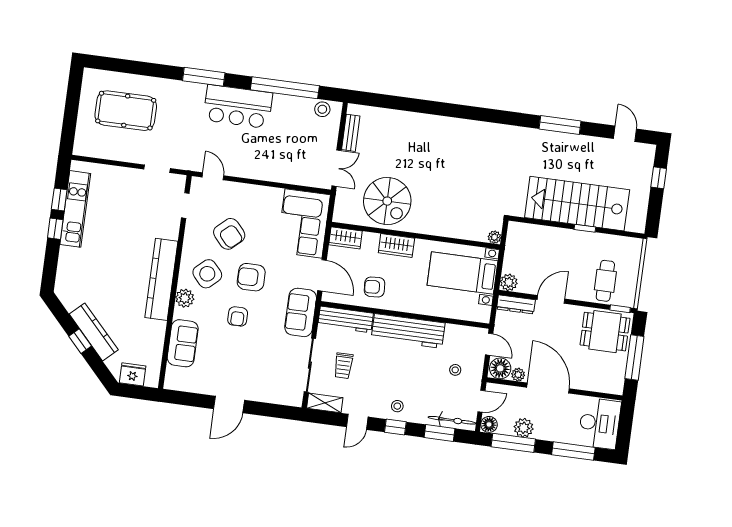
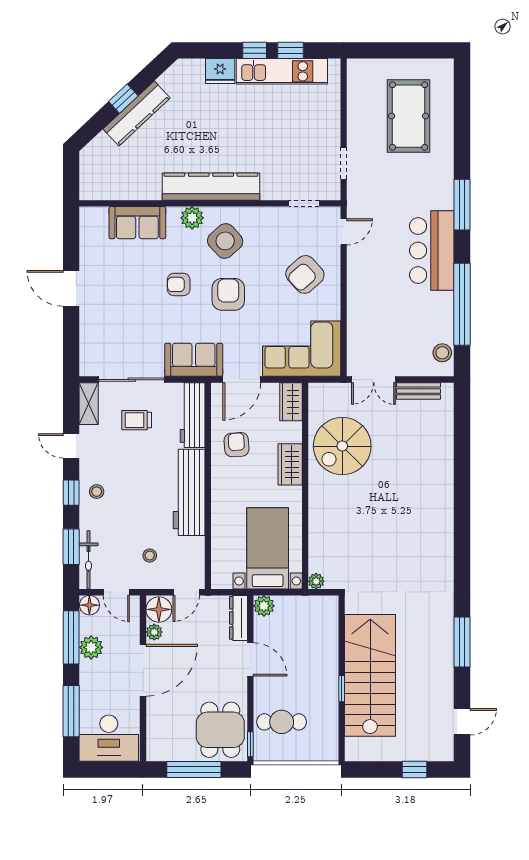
armchair: (229, 234) -> (305, 274), moved
fridge: (133, 374) -> (220, 71), moved, turned 90

